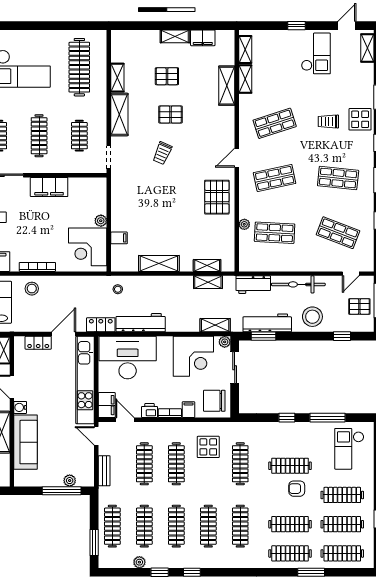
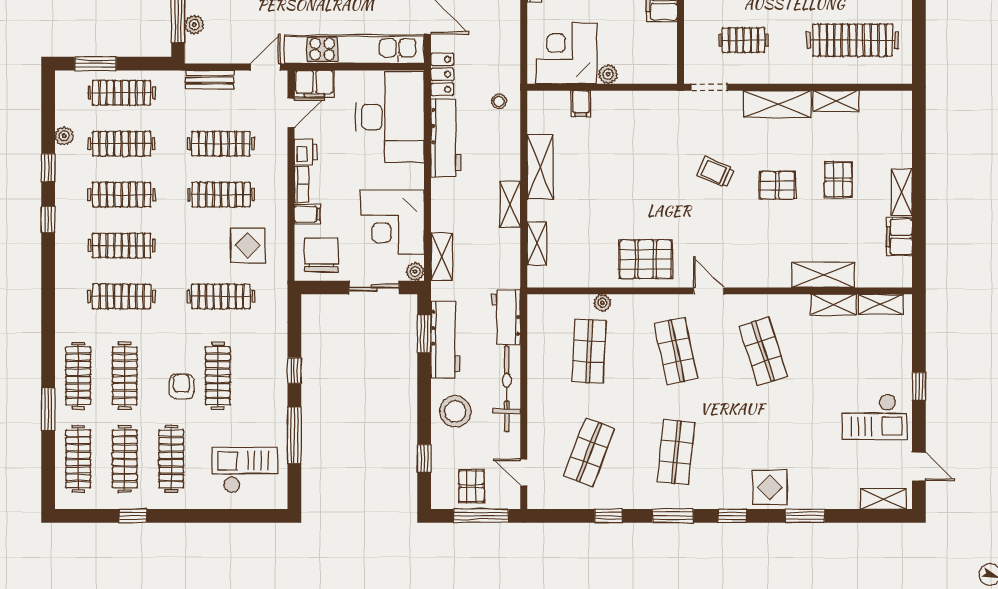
pallet: (171, 114) -> (777, 185), turned 90
trolley: (328, 122) -> (766, 437), removed
shelving: (208, 282) -> (510, 204), moved

